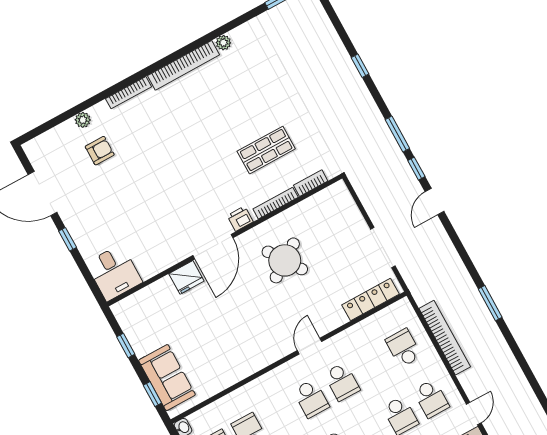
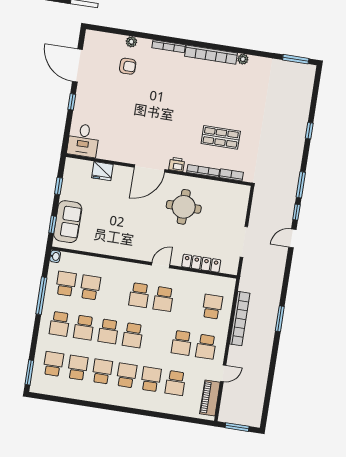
round table: (285, 260) -> (184, 207), turned 34
fridge: (186, 277) -> (102, 171), moved
locker: (371, 299) -> (201, 263), moved

